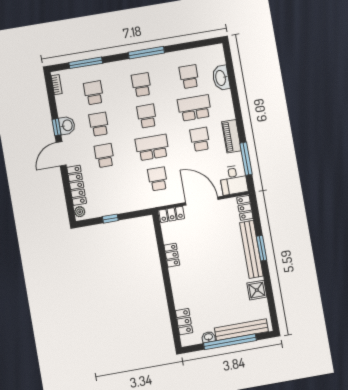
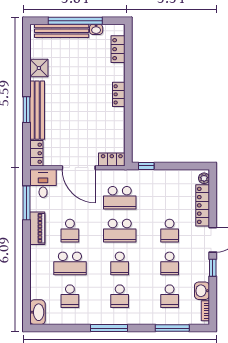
washbasin: (221, 78) -> (38, 312), moved
washbasin: (67, 125) -> (202, 291), moved
school desk: (158, 179) -> (120, 198), width x1.85
window: (110, 219) -> (146, 166), moved
locker: (172, 255) -> (119, 94), moved

